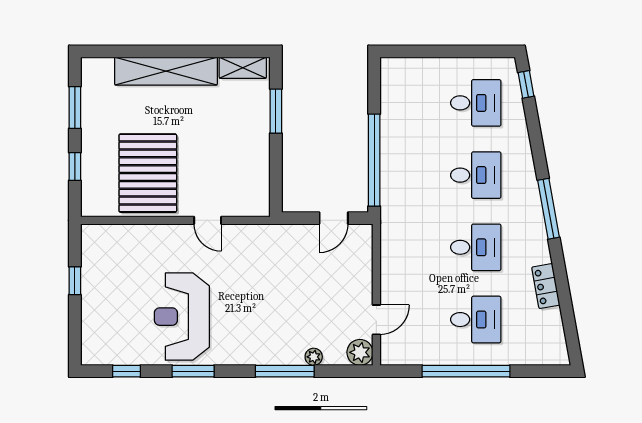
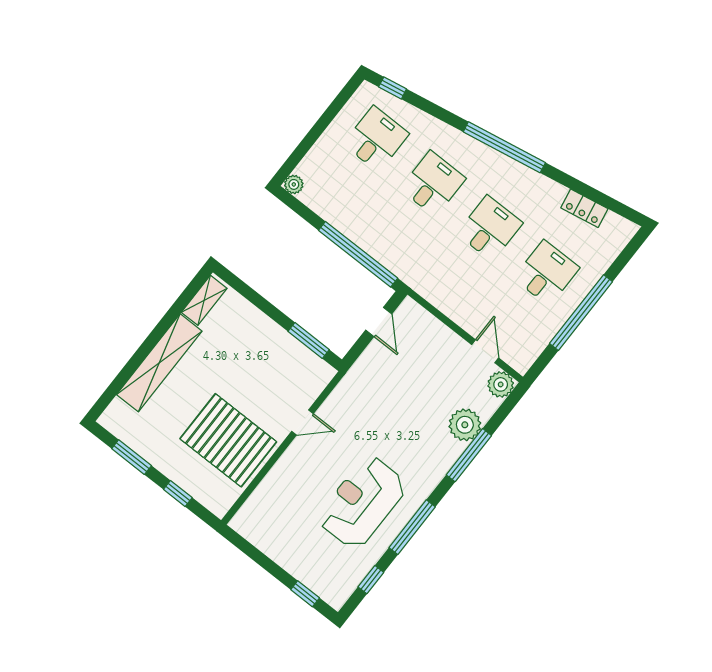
plant: (389, 66) -> (294, 184), added
window: (276, 111) -> (309, 340), moved
window: (548, 209) -> (504, 147), width x1.46
window: (75, 281) -> (305, 594), moved
locker: (546, 286) -> (584, 208), moved
reception desk: (182, 317) -> (362, 502), turned 90
plant: (314, 357) -> (465, 425), width x1.87, depth x1.87
window: (193, 371) -> (412, 527), width x1.44

